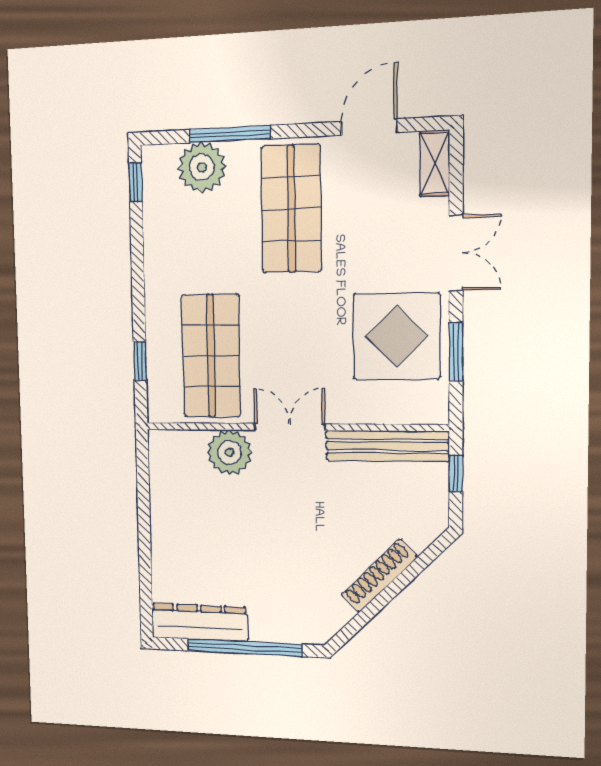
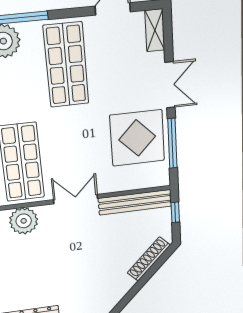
window: (456, 352) -> (172, 143), width x1.44
plant: (229, 452) -> (24, 221), moved
shoe rack: (379, 576) -> (149, 259), moved

